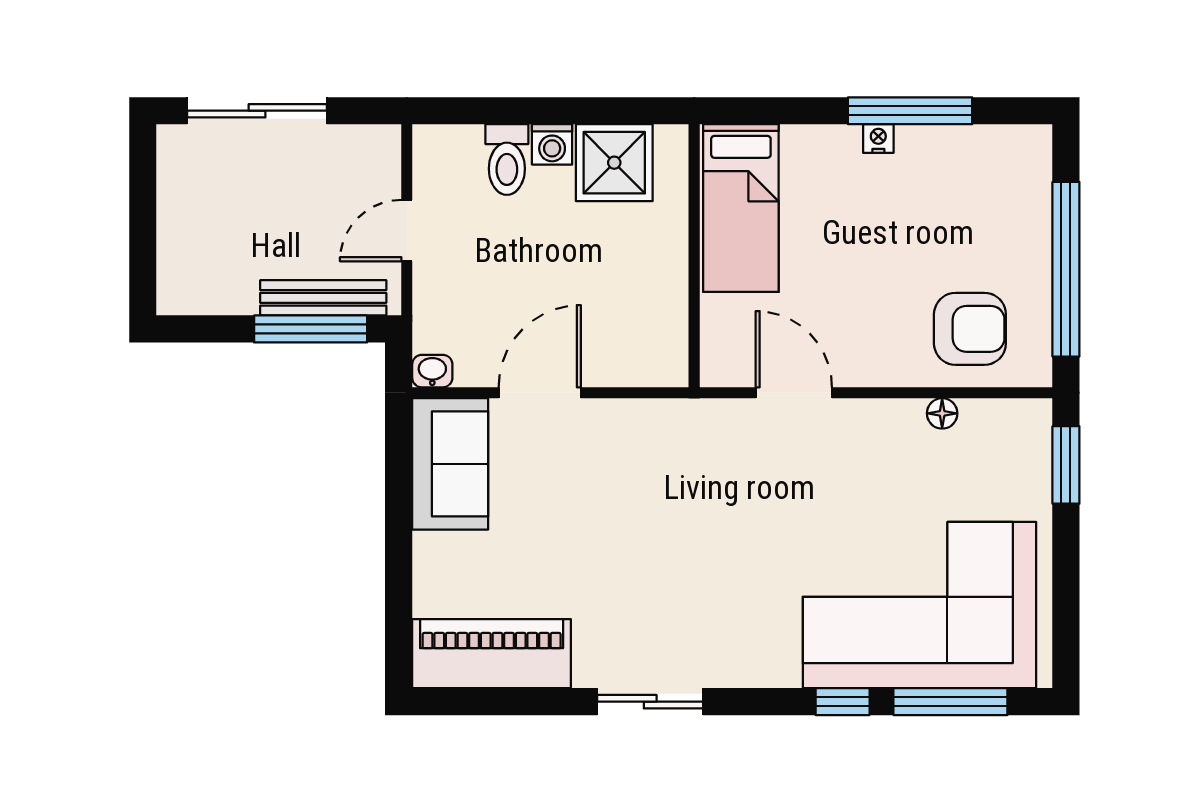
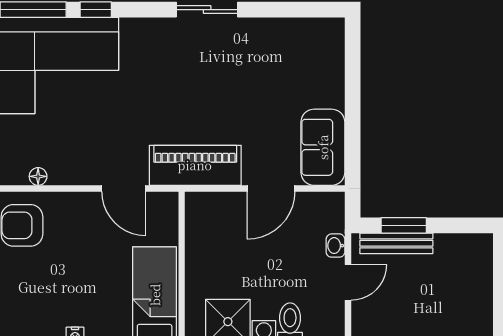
window: (311, 329) -> (404, 225), width x0.69
washbasin: (432, 371) -> (335, 246), moved, turned 90
piano: (492, 654) -> (195, 165), moved, turned 180

